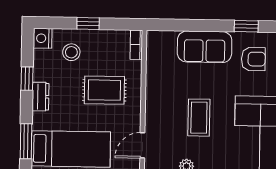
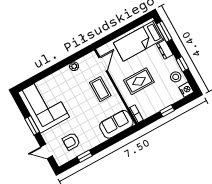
sofa: (205, 47) -> (116, 124), moved
stool: (71, 52) -> (176, 77), moved
dresser: (41, 97) -> (165, 49), moved
coffee table: (199, 118) -> (100, 89), moved

